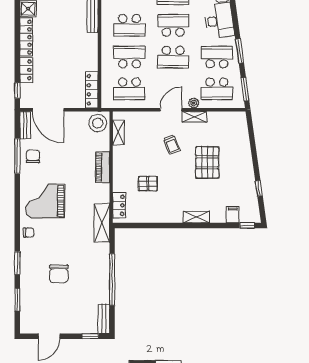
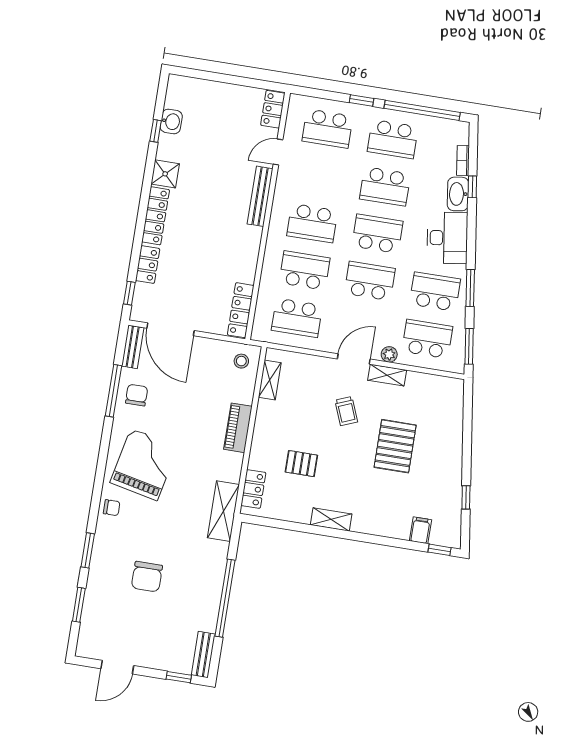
school desk: (173, 57) -> (370, 281), turned 180
school desk: (217, 89) -> (427, 339), turned 180
stool: (98, 123) -> (241, 361), width x0.53, depth x0.53
grand piano: (45, 201) -> (144, 465), turned 102
shelving: (197, 217) -> (331, 519), moved

